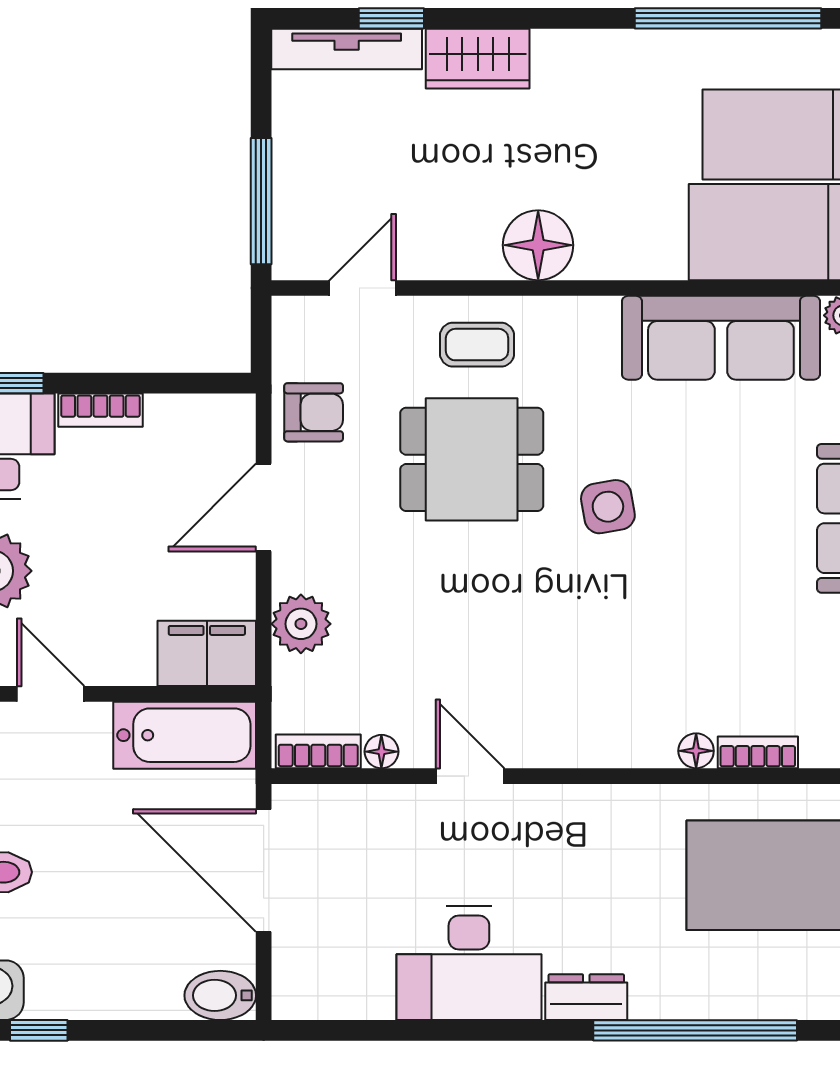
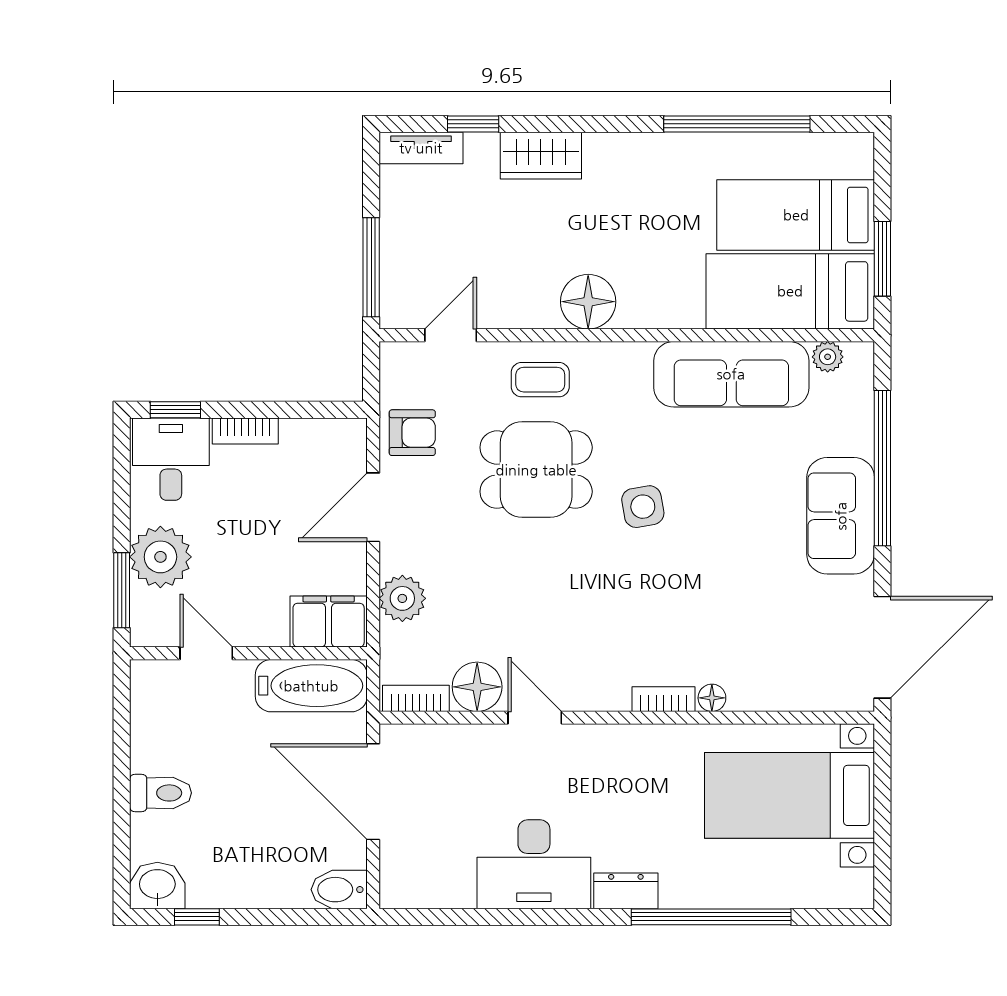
tv unit: (347, 49) -> (421, 148), width x0.71
floor lamp: (381, 752) -> (477, 687), width x1.89, depth x1.89
bookcase: (758, 752) -> (664, 699), moved

